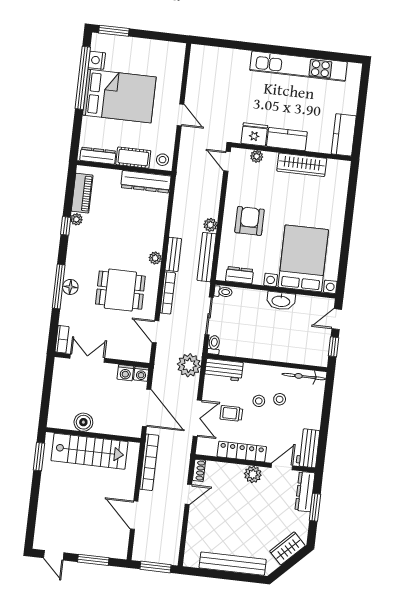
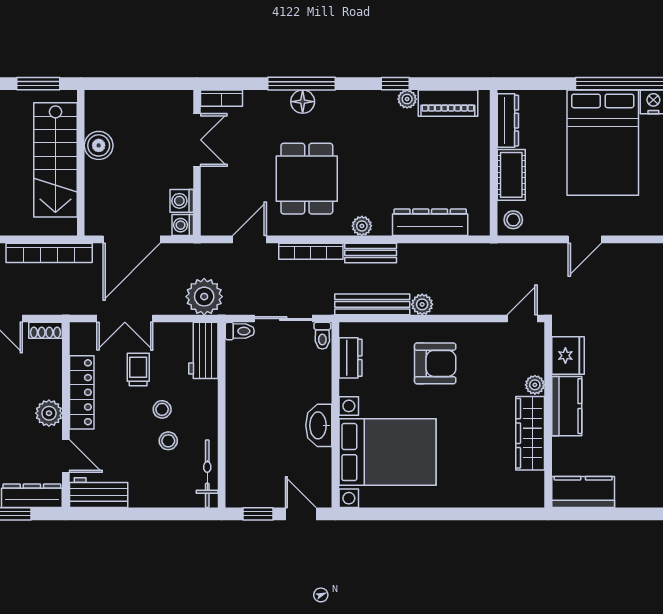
plant: (257, 156) -> (535, 385), moved
dresser: (146, 182) -> (430, 222), moved, turned 90

